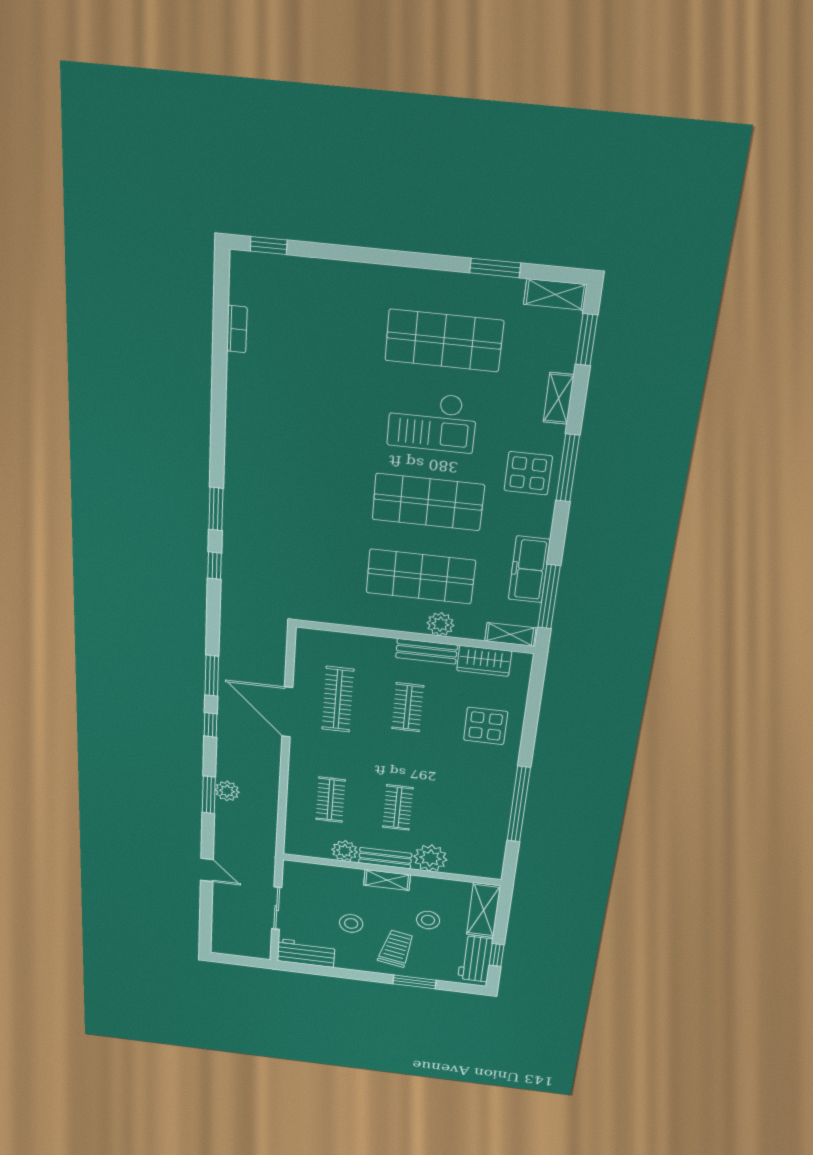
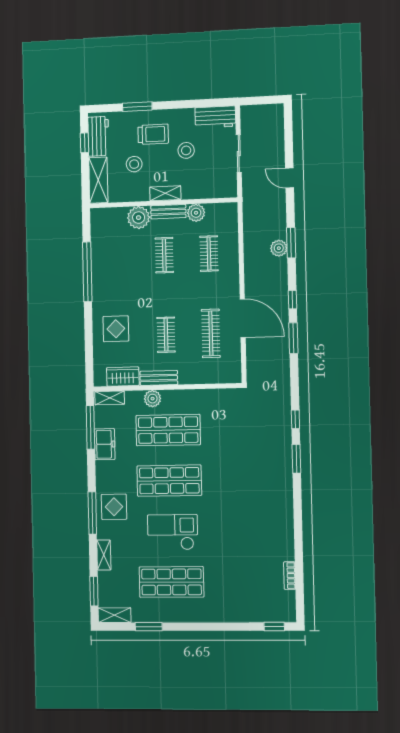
freezer: (529, 569) -> (105, 444), width x0.71
trolley: (396, 949) -> (153, 134), turned -101

